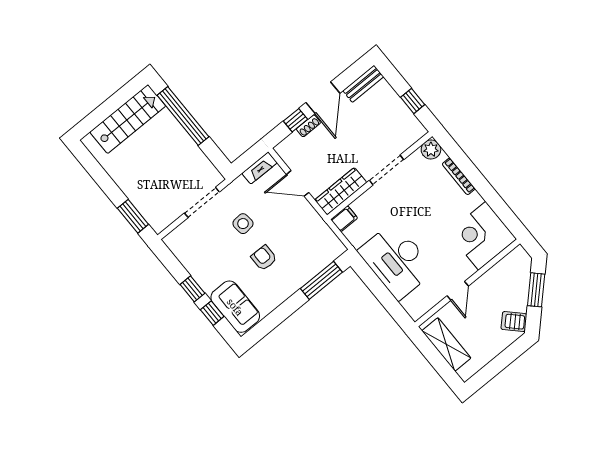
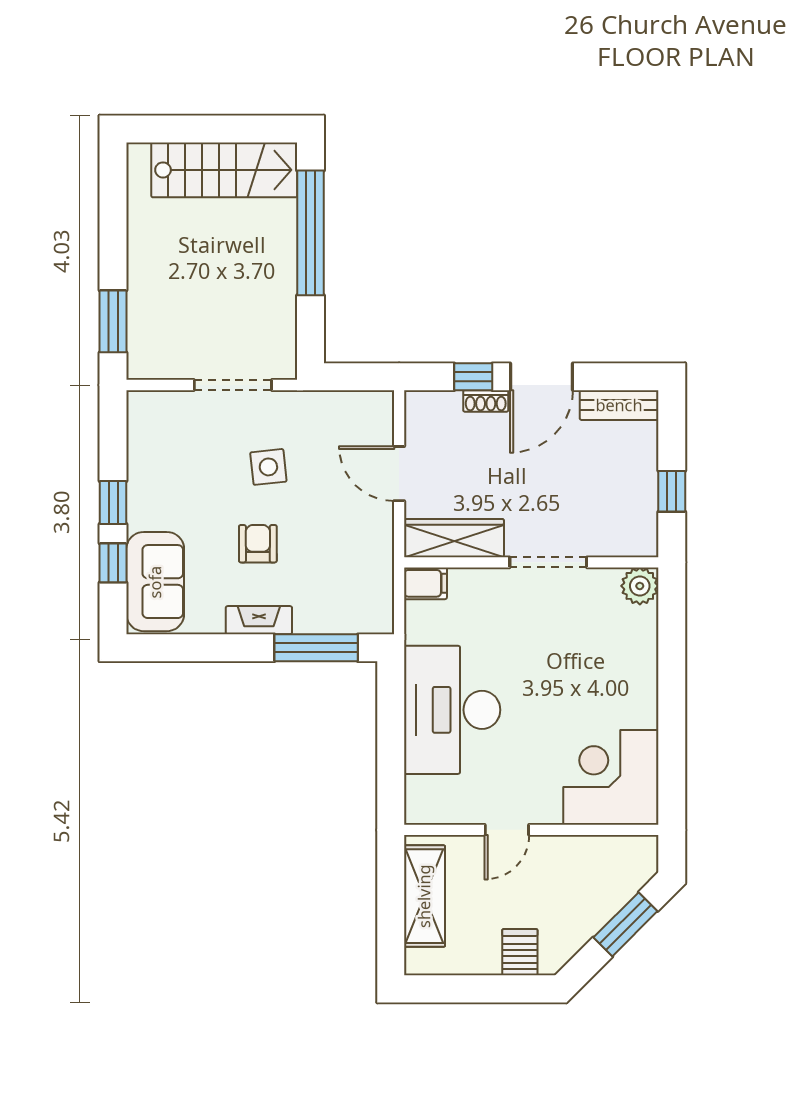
fireplace: (260, 168) -> (259, 620), moved, turned 180
bookcase: (459, 176) -> (648, 660), removed
server rack: (514, 322) -> (520, 952), moved, turned 45

